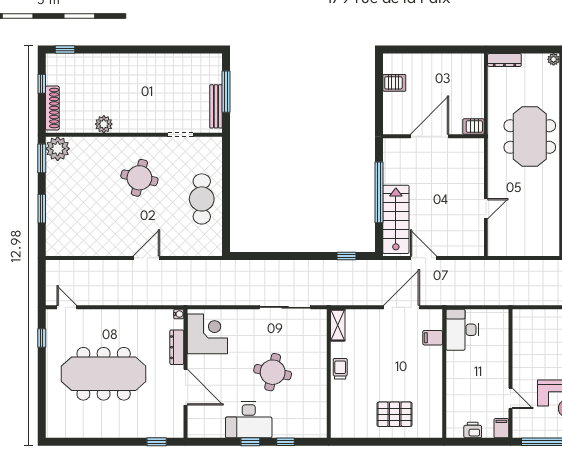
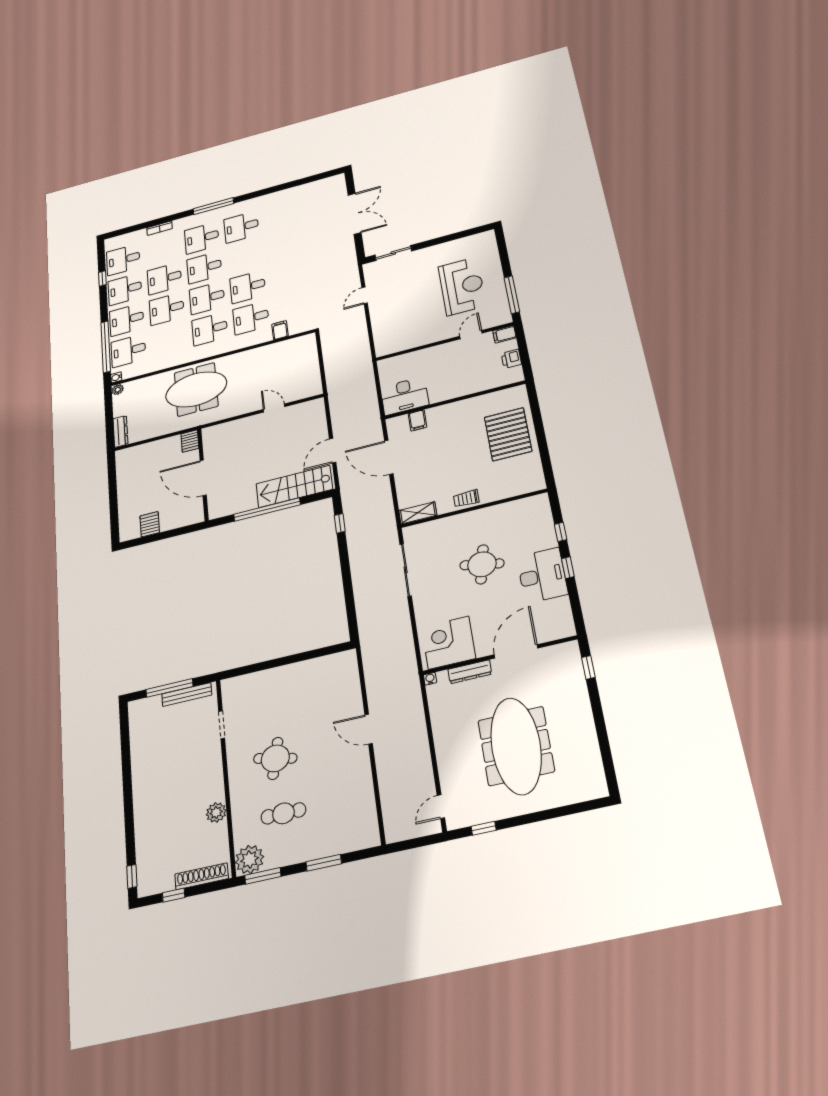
cafe table: (202, 199) -> (283, 813), moved, width x0.73, depth x0.74
pallet: (395, 414) -> (508, 434), width x1.37, depth x1.41

